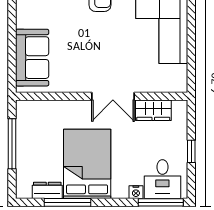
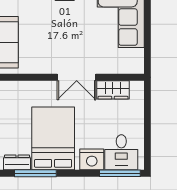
window: (191, 151) -> (147, 127), removed
nightstand: (136, 192) -> (92, 159), width x1.89, depth x1.79

